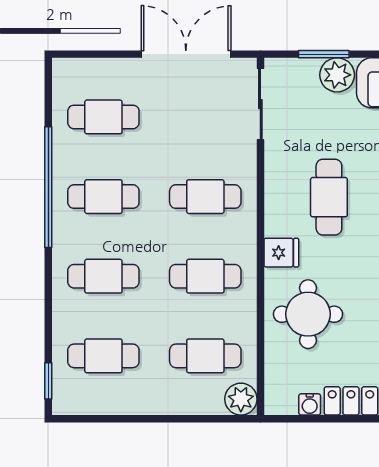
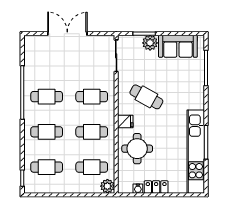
double door: (186, 54) -> (67, 34), moved
cafe table: (103, 117) -> (47, 61), removed
cafe table: (329, 197) -> (146, 97), turned -61

